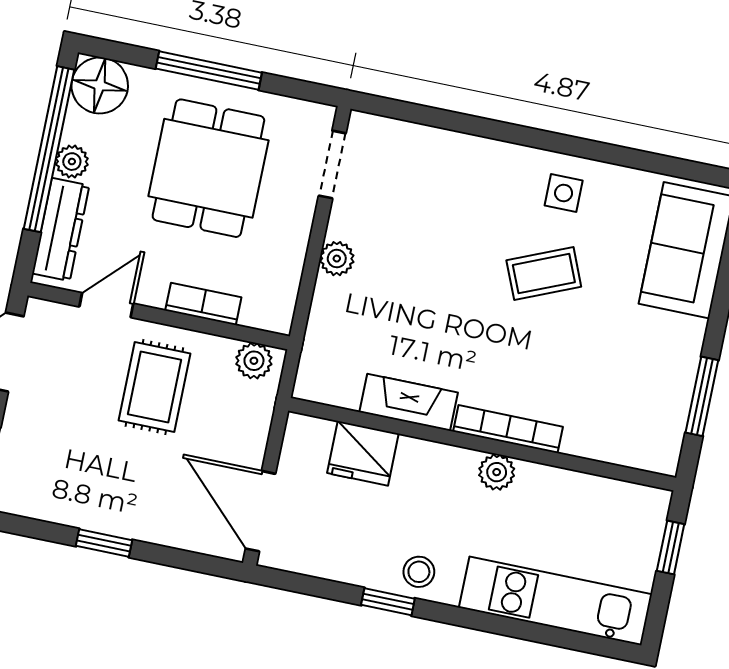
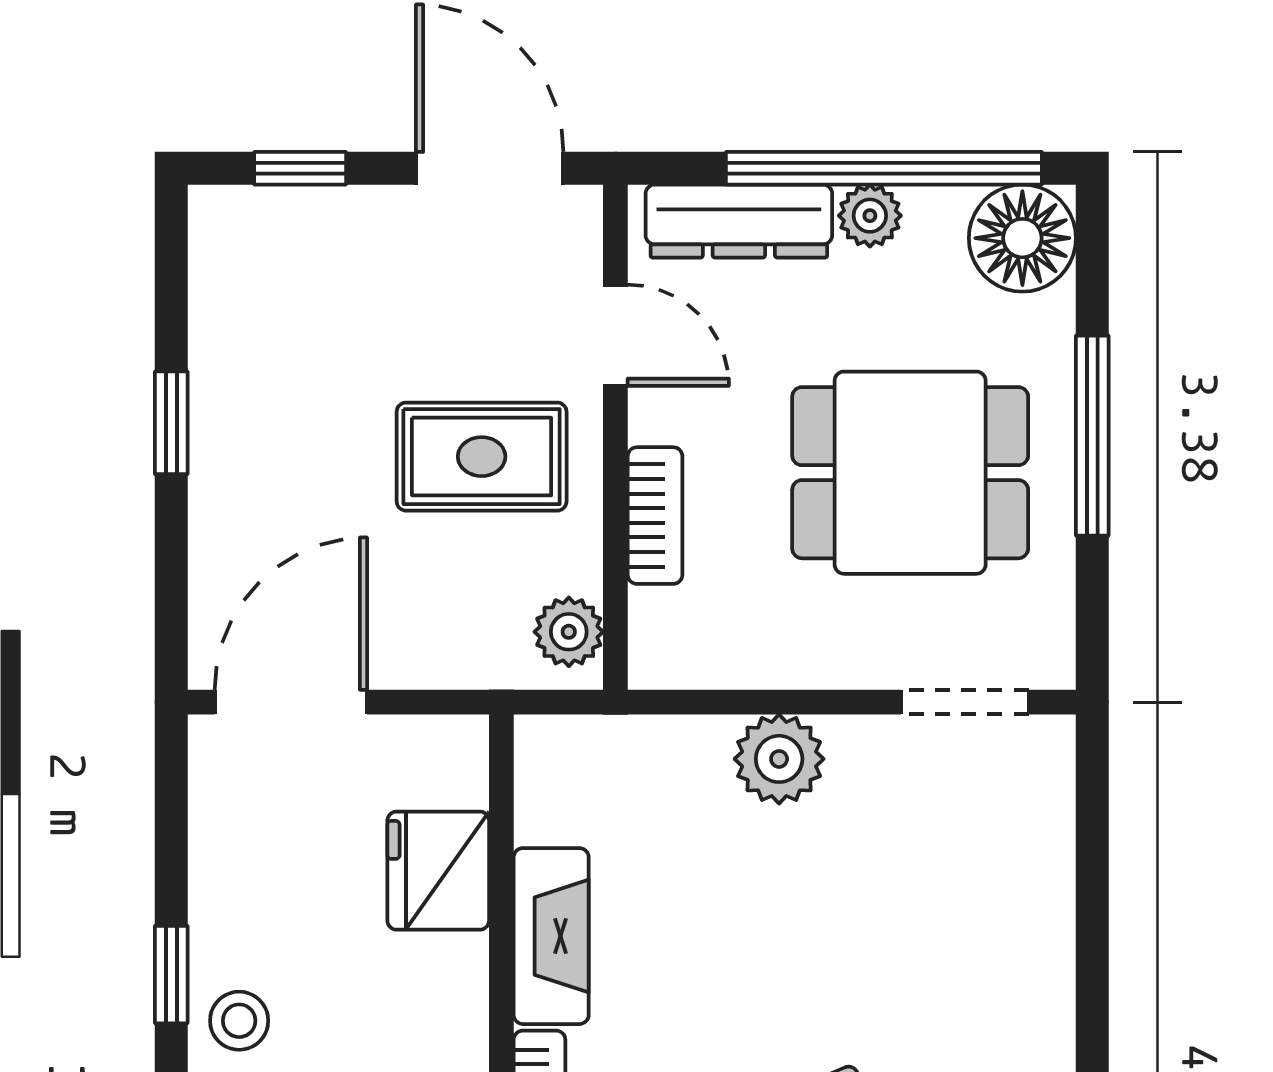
plant: (337, 259) -> (779, 759), width x1.38, depth x1.38

